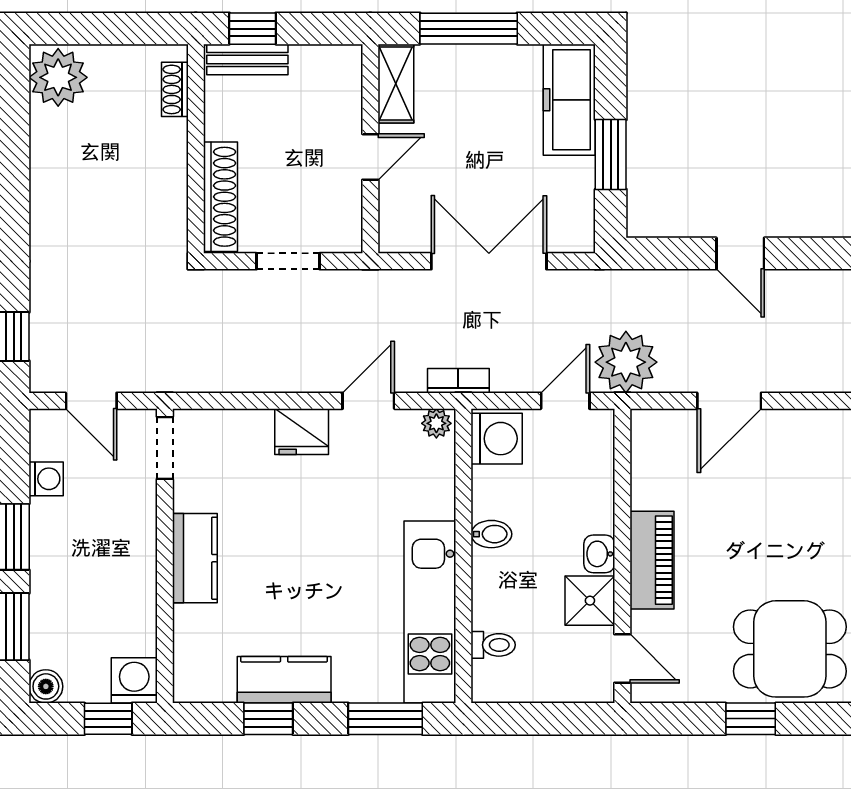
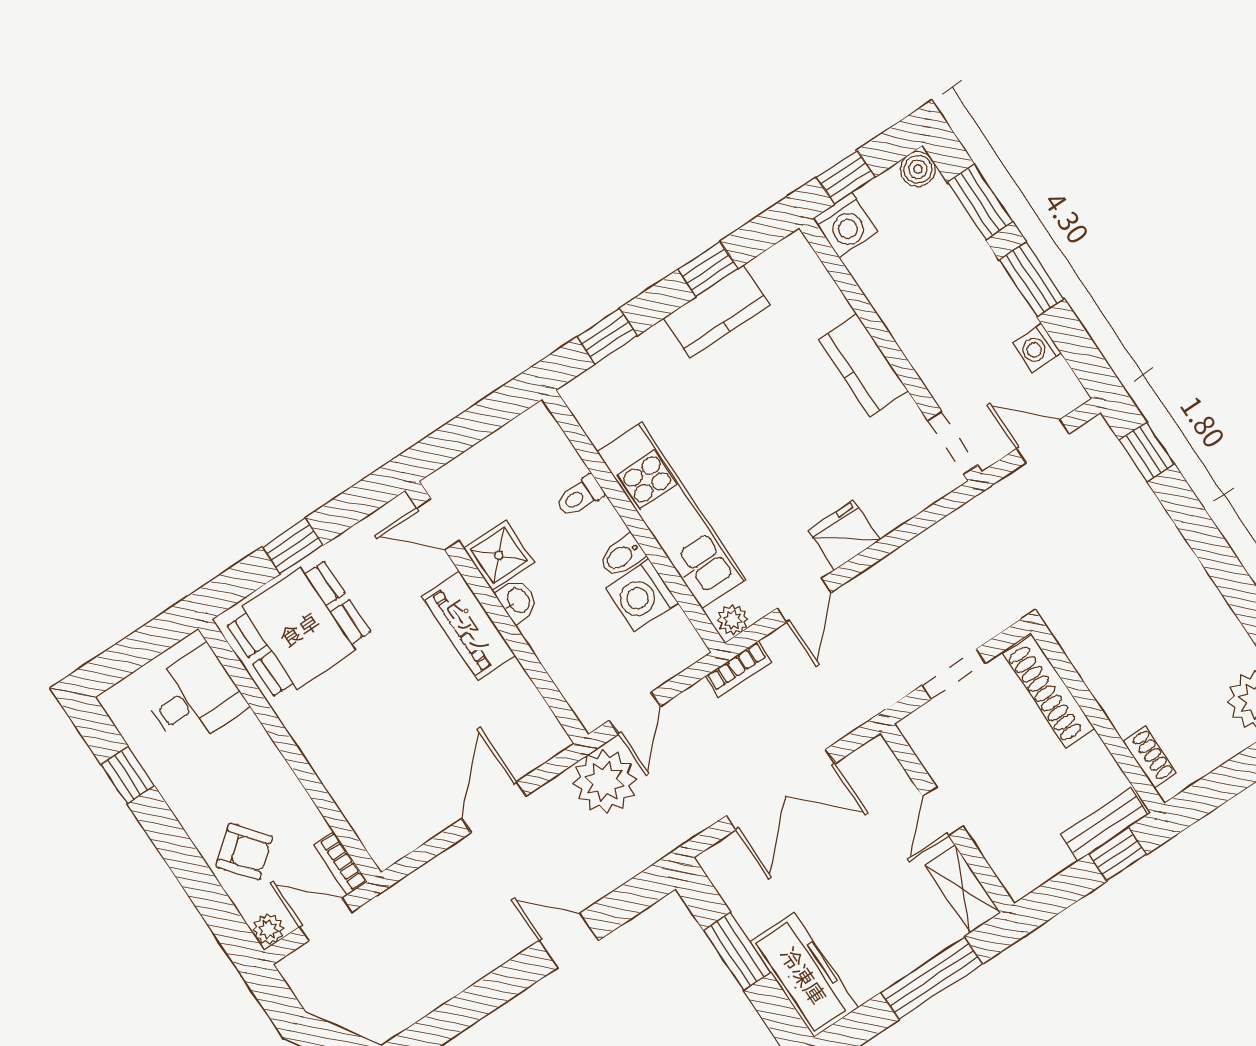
washing machine: (497, 439) -> (642, 596), moved
kitchen unit: (430, 612) -> (671, 515), moved
toilet: (493, 645) -> (580, 496), moved
window: (385, 719) -> (607, 336), width x0.67

